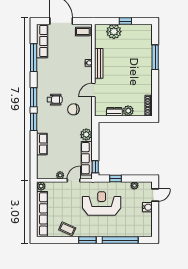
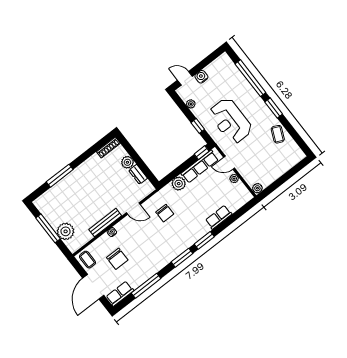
window: (125, 21) -> (48, 228), width x2.17
row of seats: (42, 41) -> (120, 294), width x0.68
chair: (67, 52) -> (117, 259), added
wheelchair: (55, 100) -> (169, 237), removed
row of seats: (42, 214) -> (282, 168), removed

